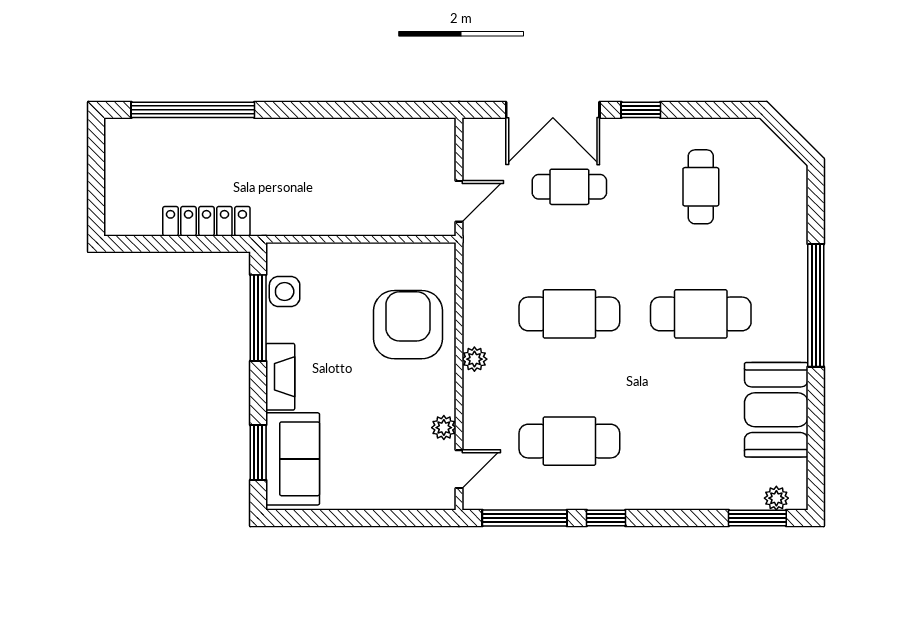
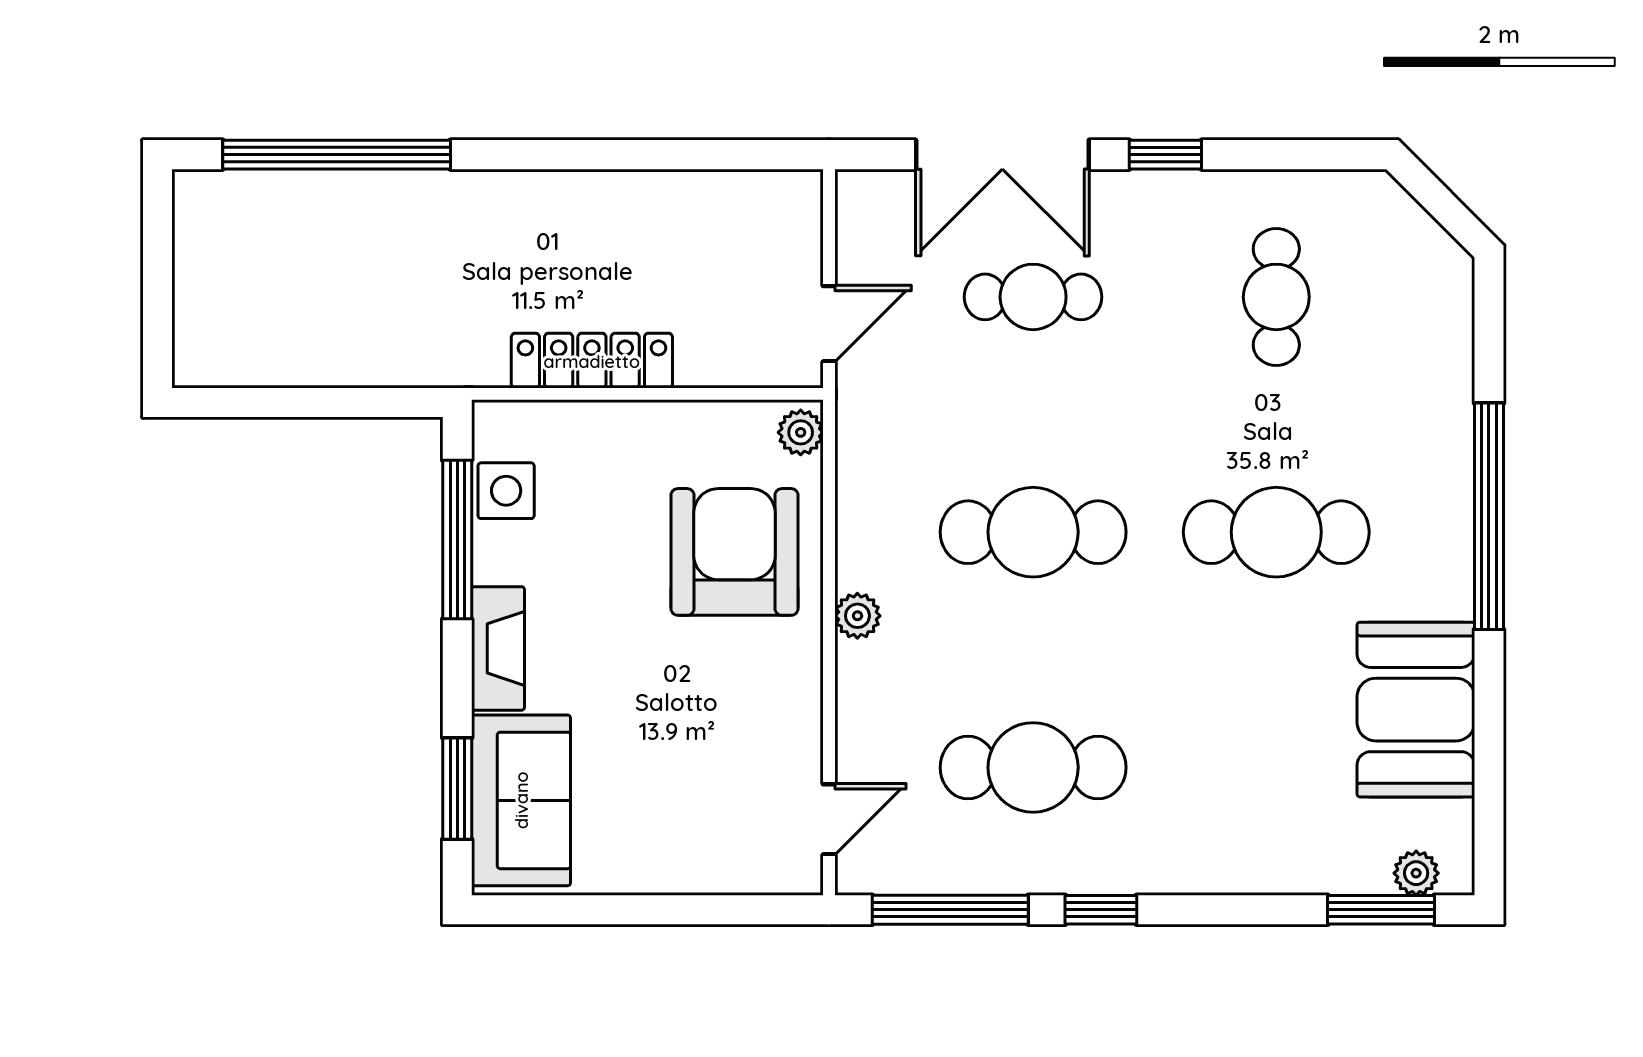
locker: (206, 221) -> (592, 361), moved
plant: (444, 428) -> (801, 432), moved

